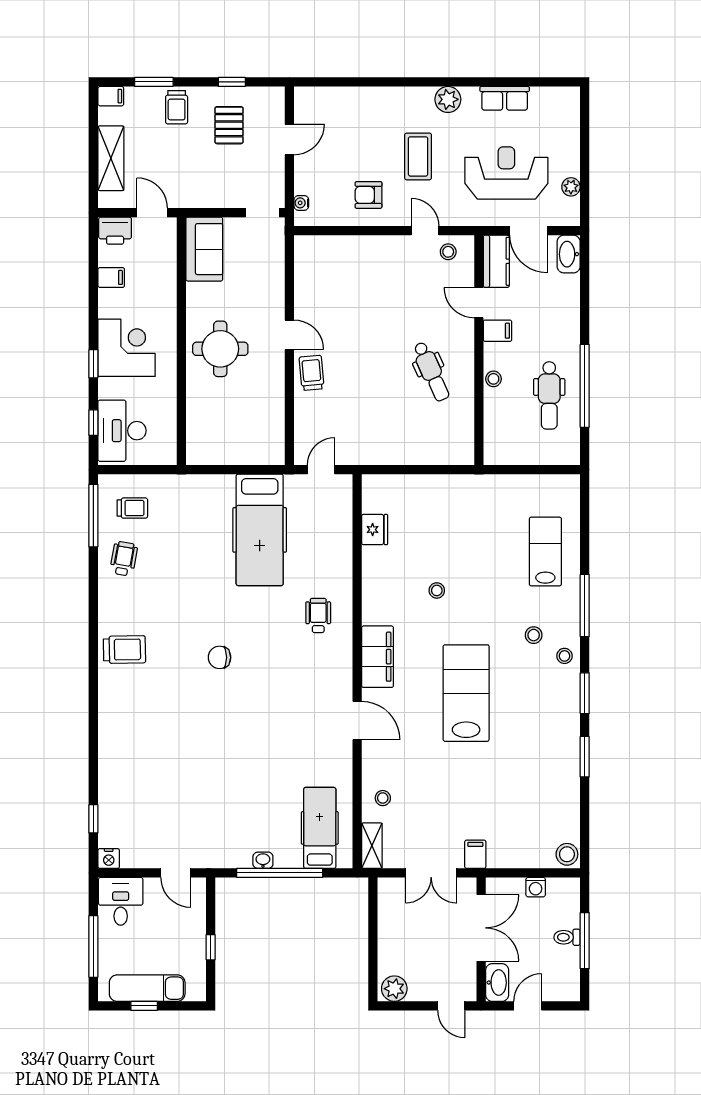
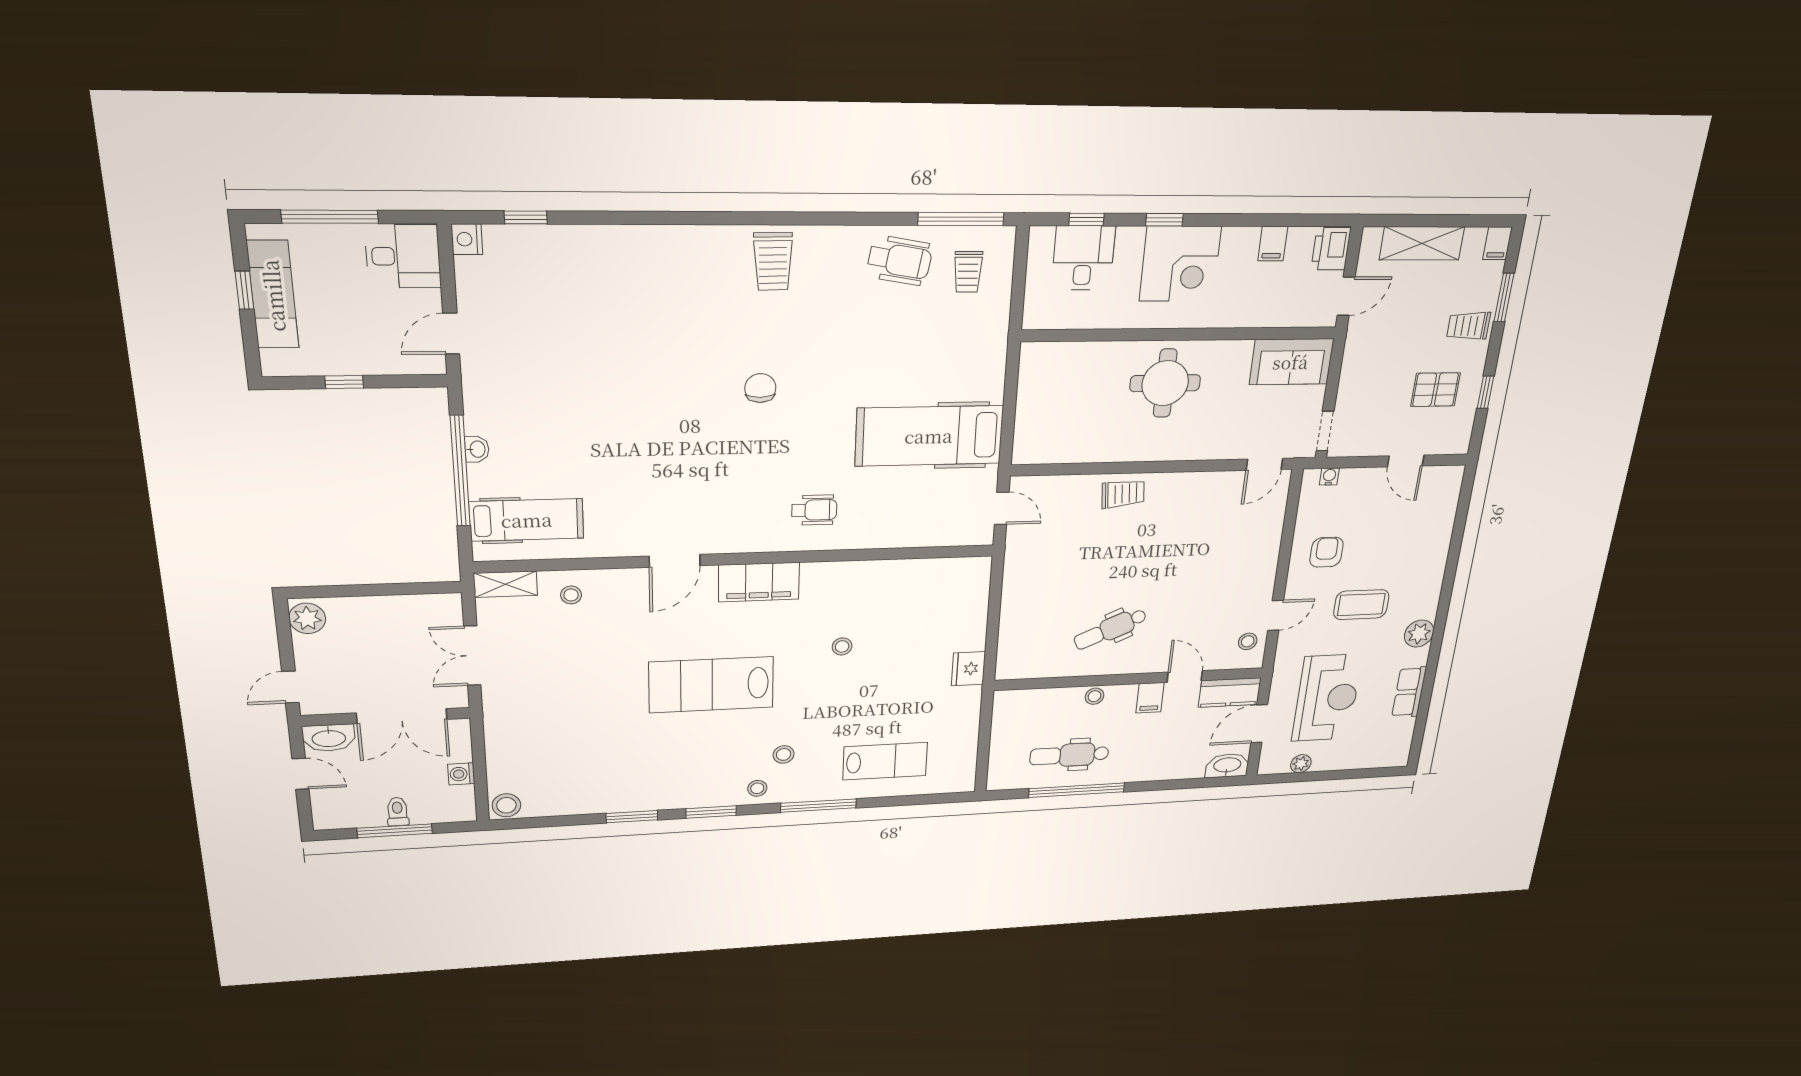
door: (479, 303) -> (1185, 676), hinge flipped
door: (289, 335) -> (1264, 464), moved
desk: (122, 431) -> (1083, 258), width x0.73
fridge: (375, 530) -> (968, 669), moved, turned 90
wheelchair: (124, 559) -> (900, 260), width x1.36, depth x1.37
lab bench: (466, 693) -> (711, 685), turned 180
filing cabinet: (475, 854) -> (501, 705), removed

